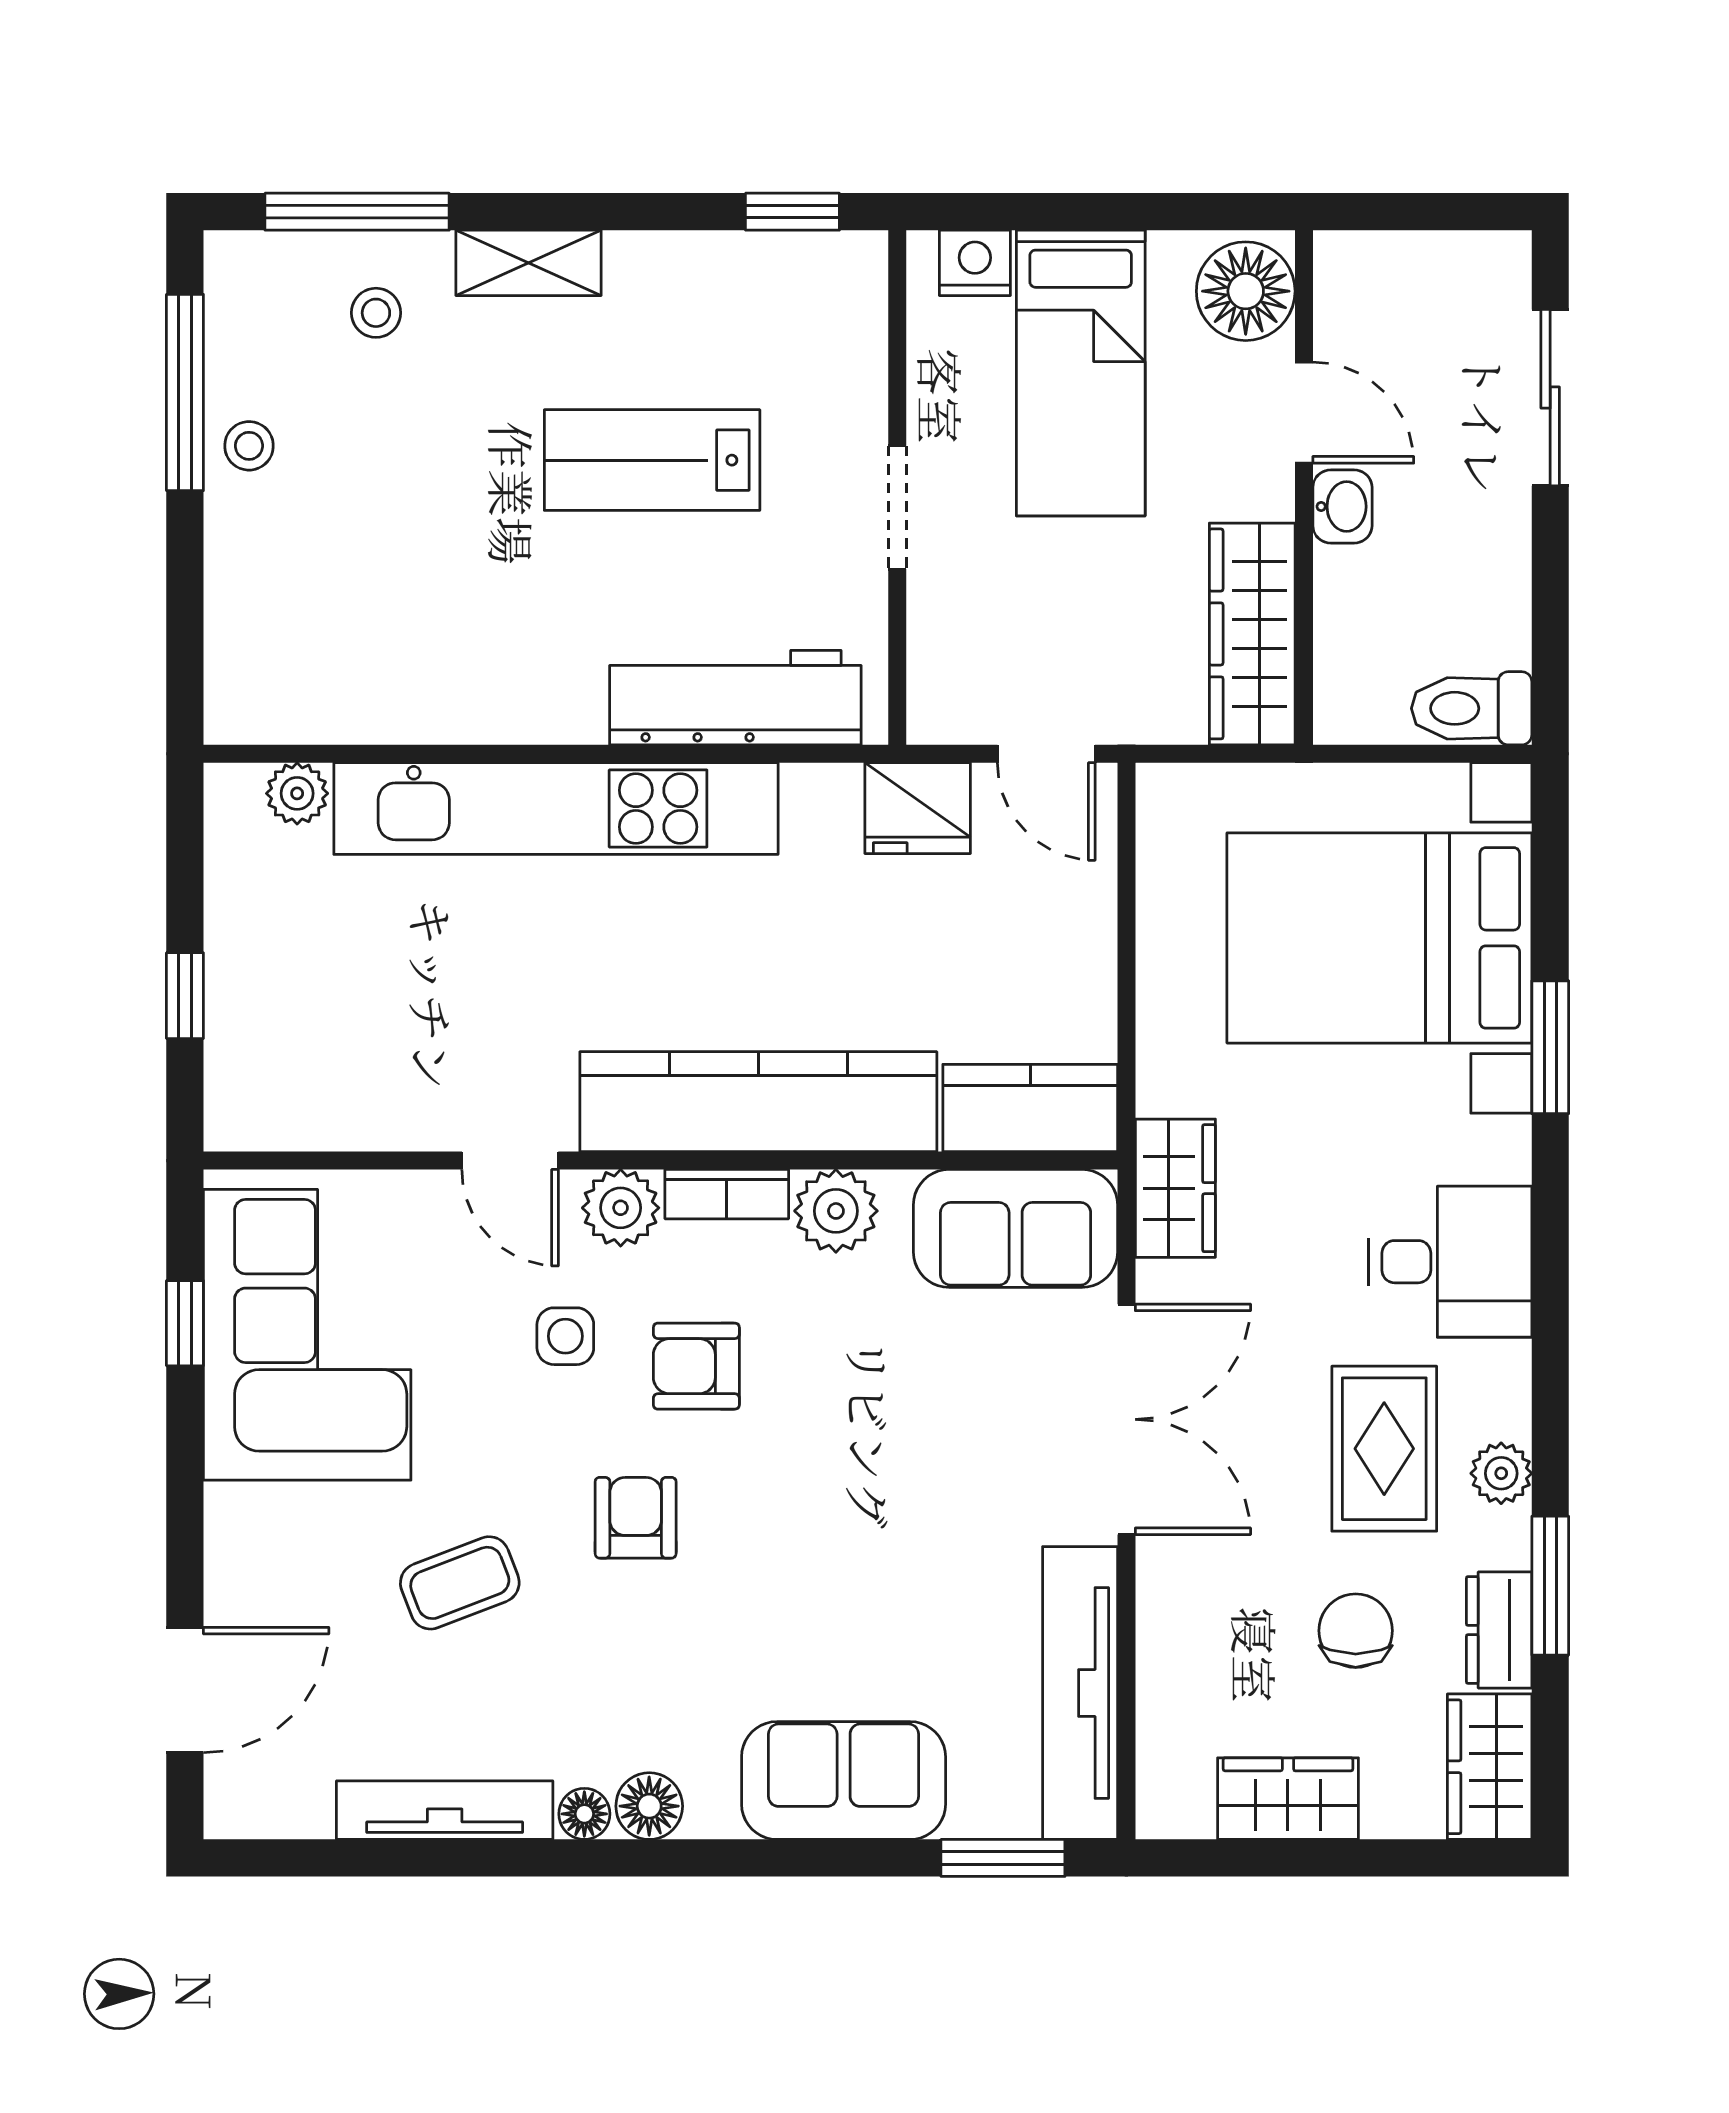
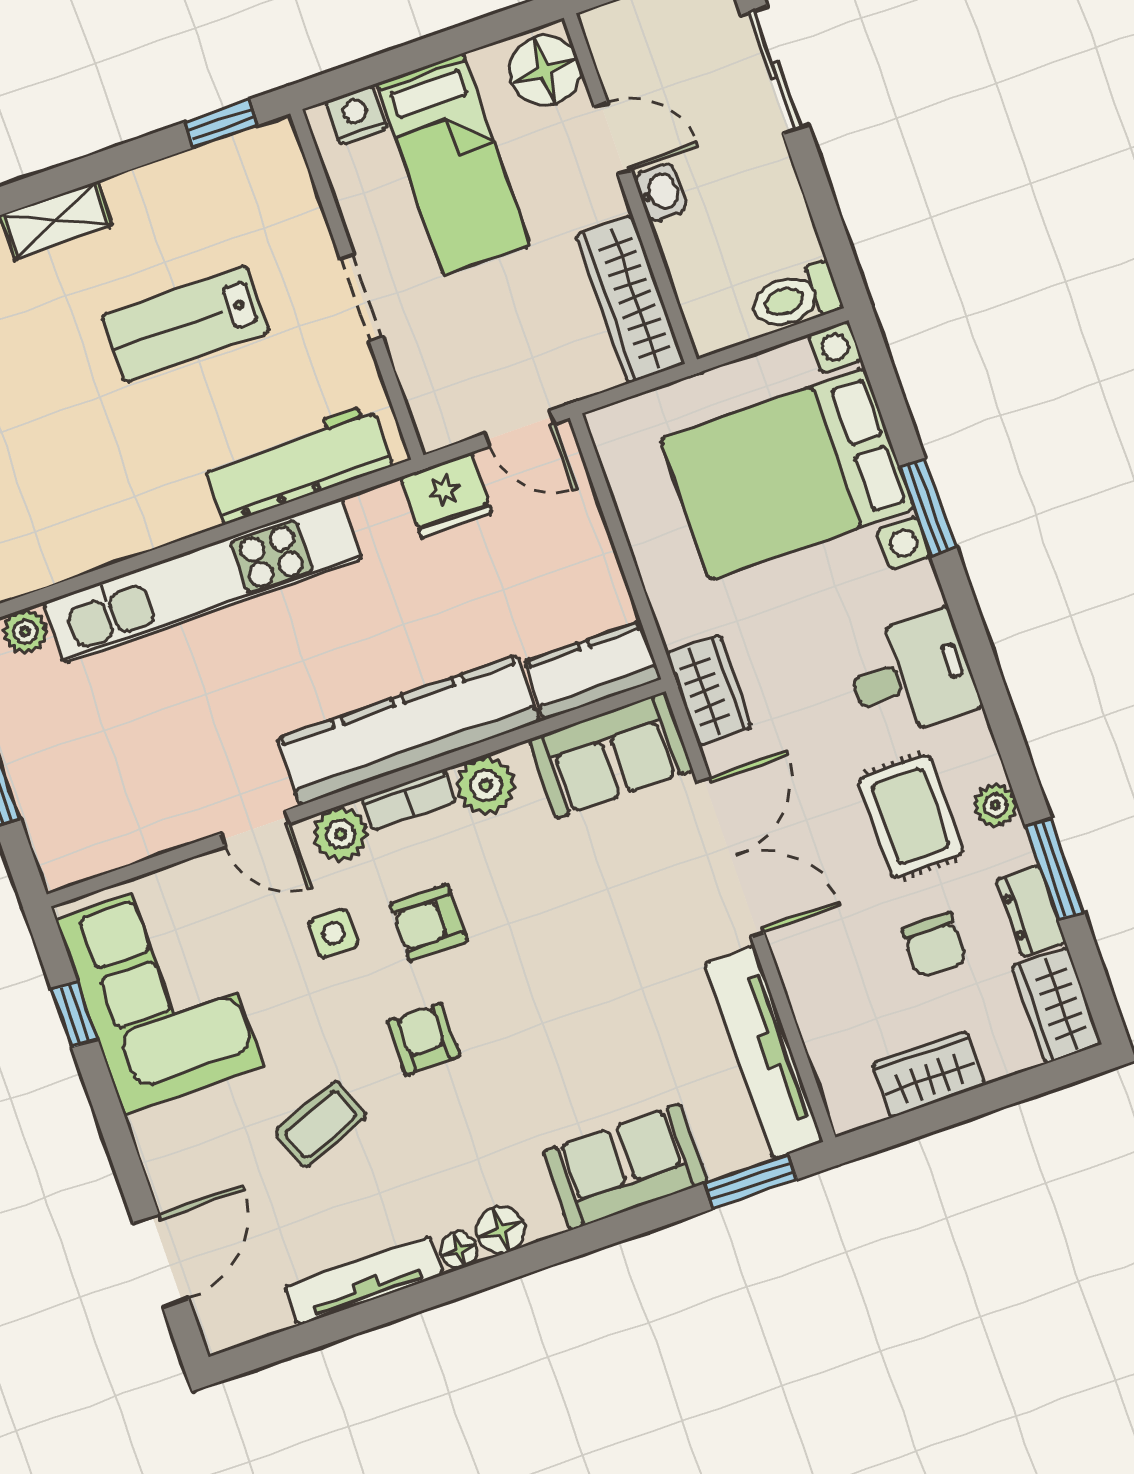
chair: (1356, 1631) -> (934, 945), turned 180

